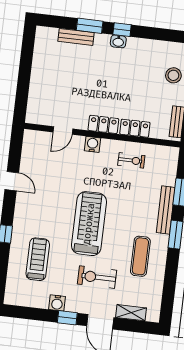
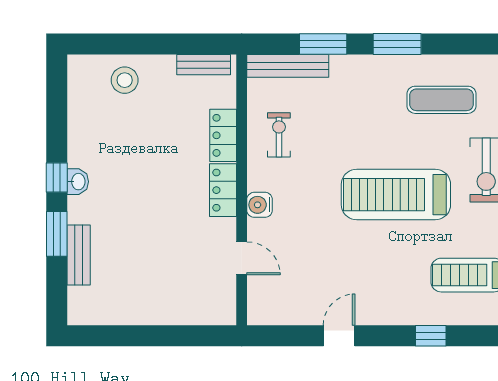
bench: (166, 210) -> (288, 66), moved

